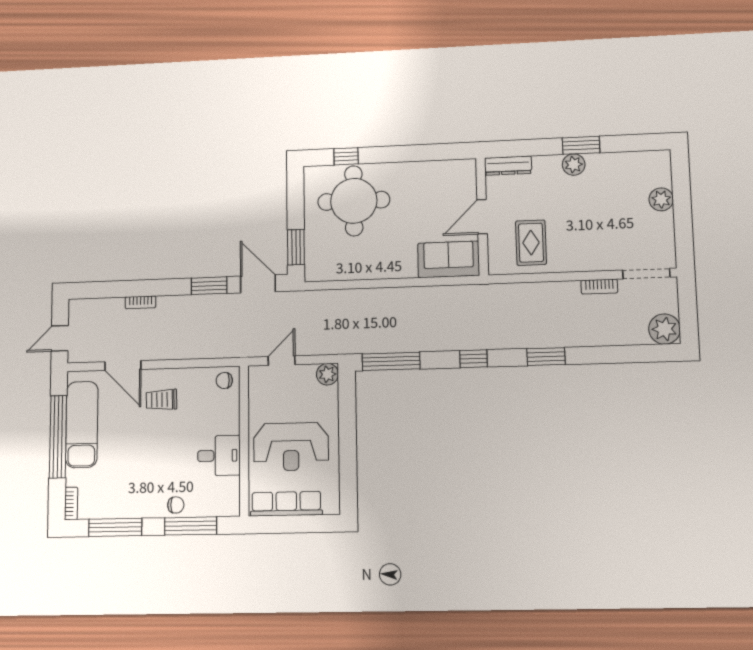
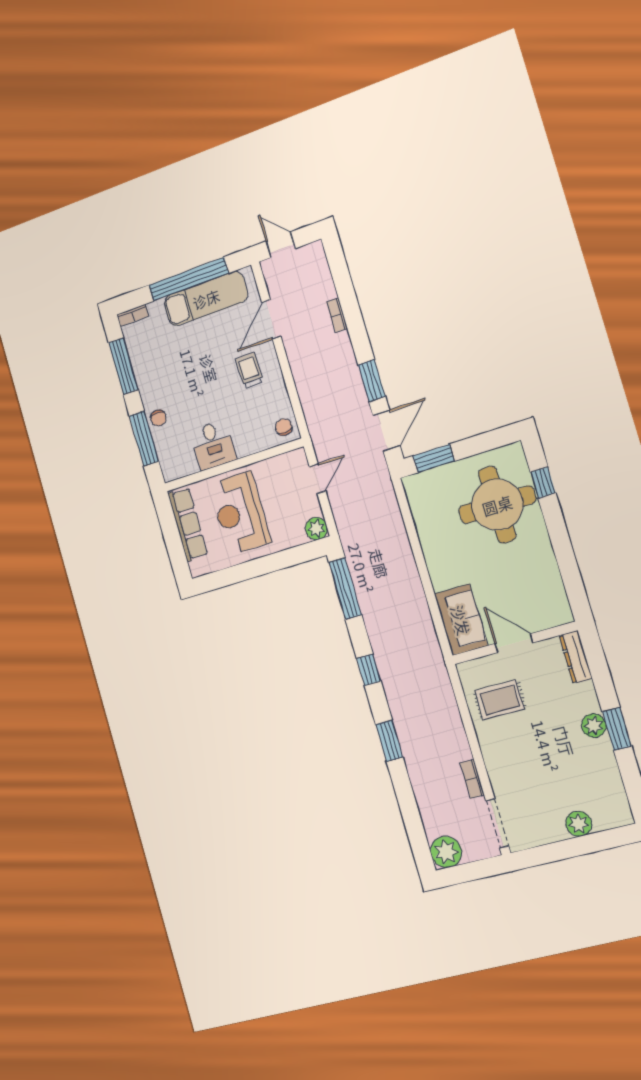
door: (282, 361) -> (318, 479), hinge flipped

